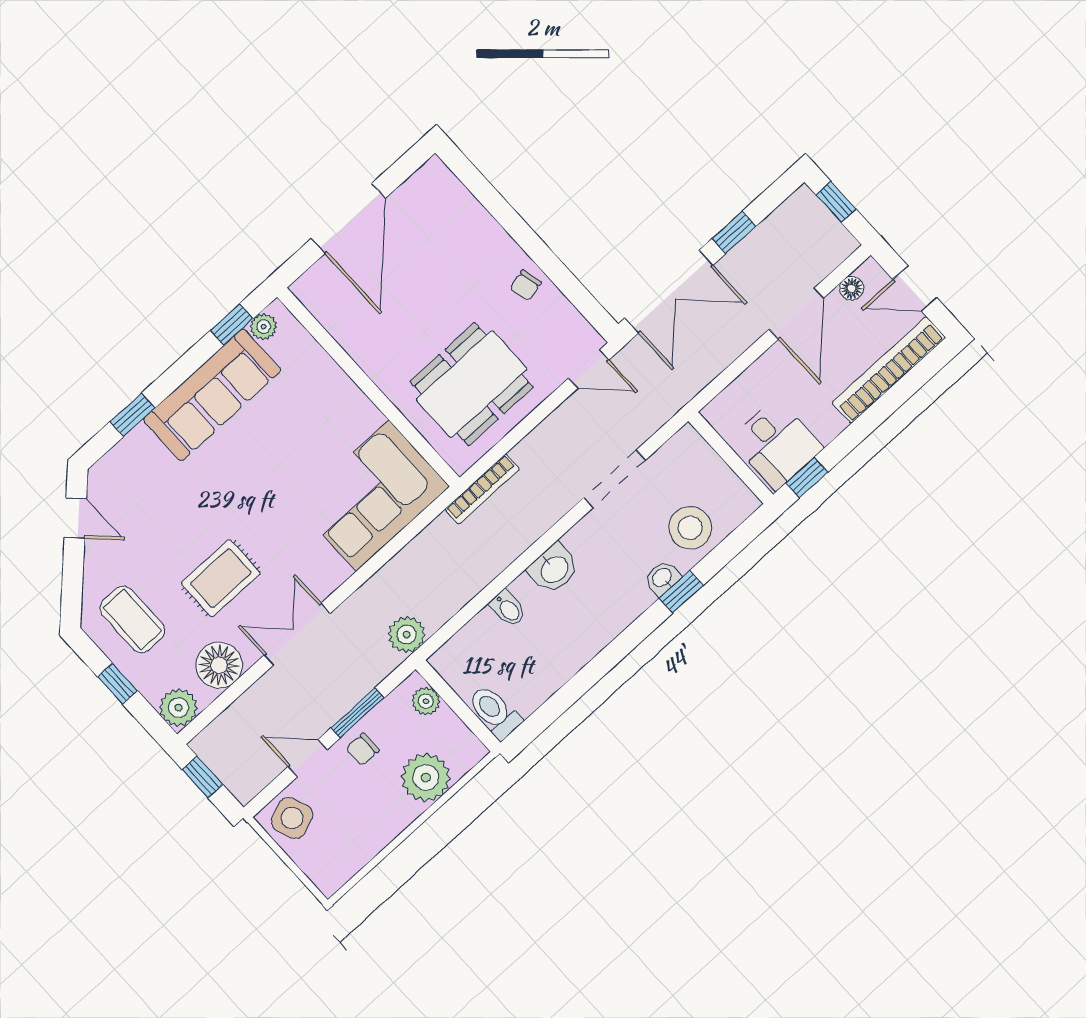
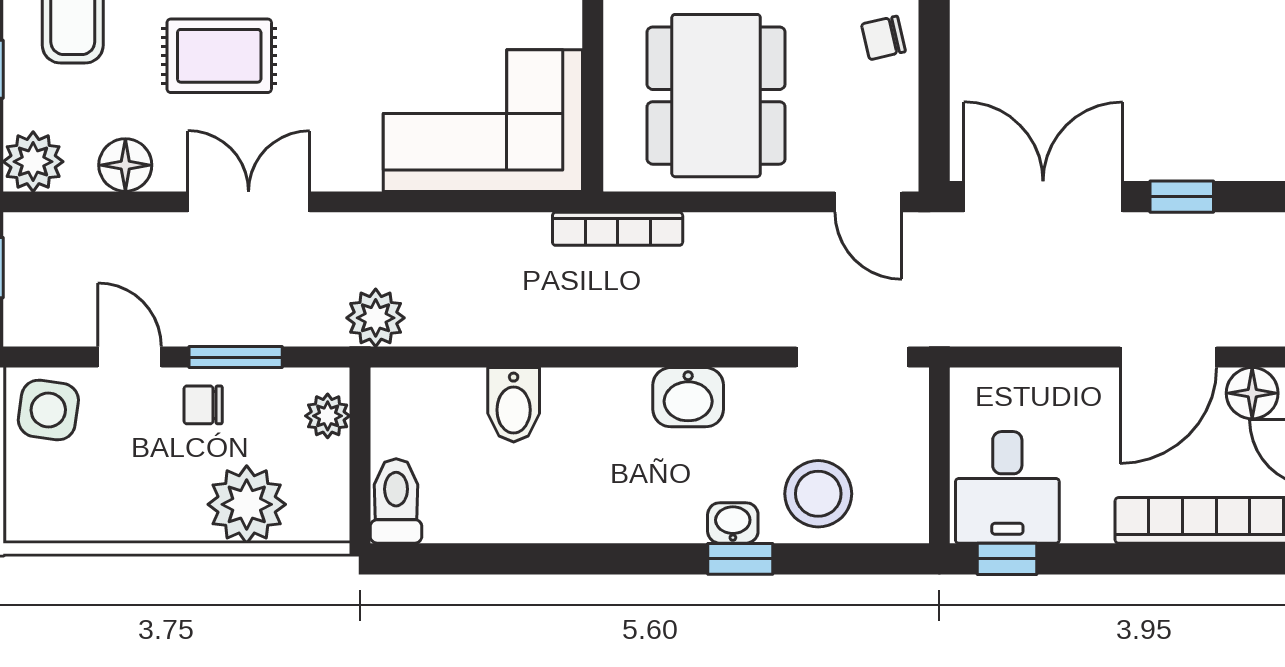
floor lamp: (852, 288) -> (1252, 393), width x1.37, depth x1.37
double door: (669, 292) -> (1043, 197), swing flipped
dining table: (472, 384) -> (716, 96), turned 90
doorway: (615, 479) -> (852, 357), moved
washbasin: (554, 569) -> (688, 397), moved
bidet: (508, 609) -> (514, 405), width x1.38, depth x1.36
floor lamp: (219, 665) -> (125, 165), width x0.73, depth x0.73
side table: (292, 818) -> (48, 410), turned 30

